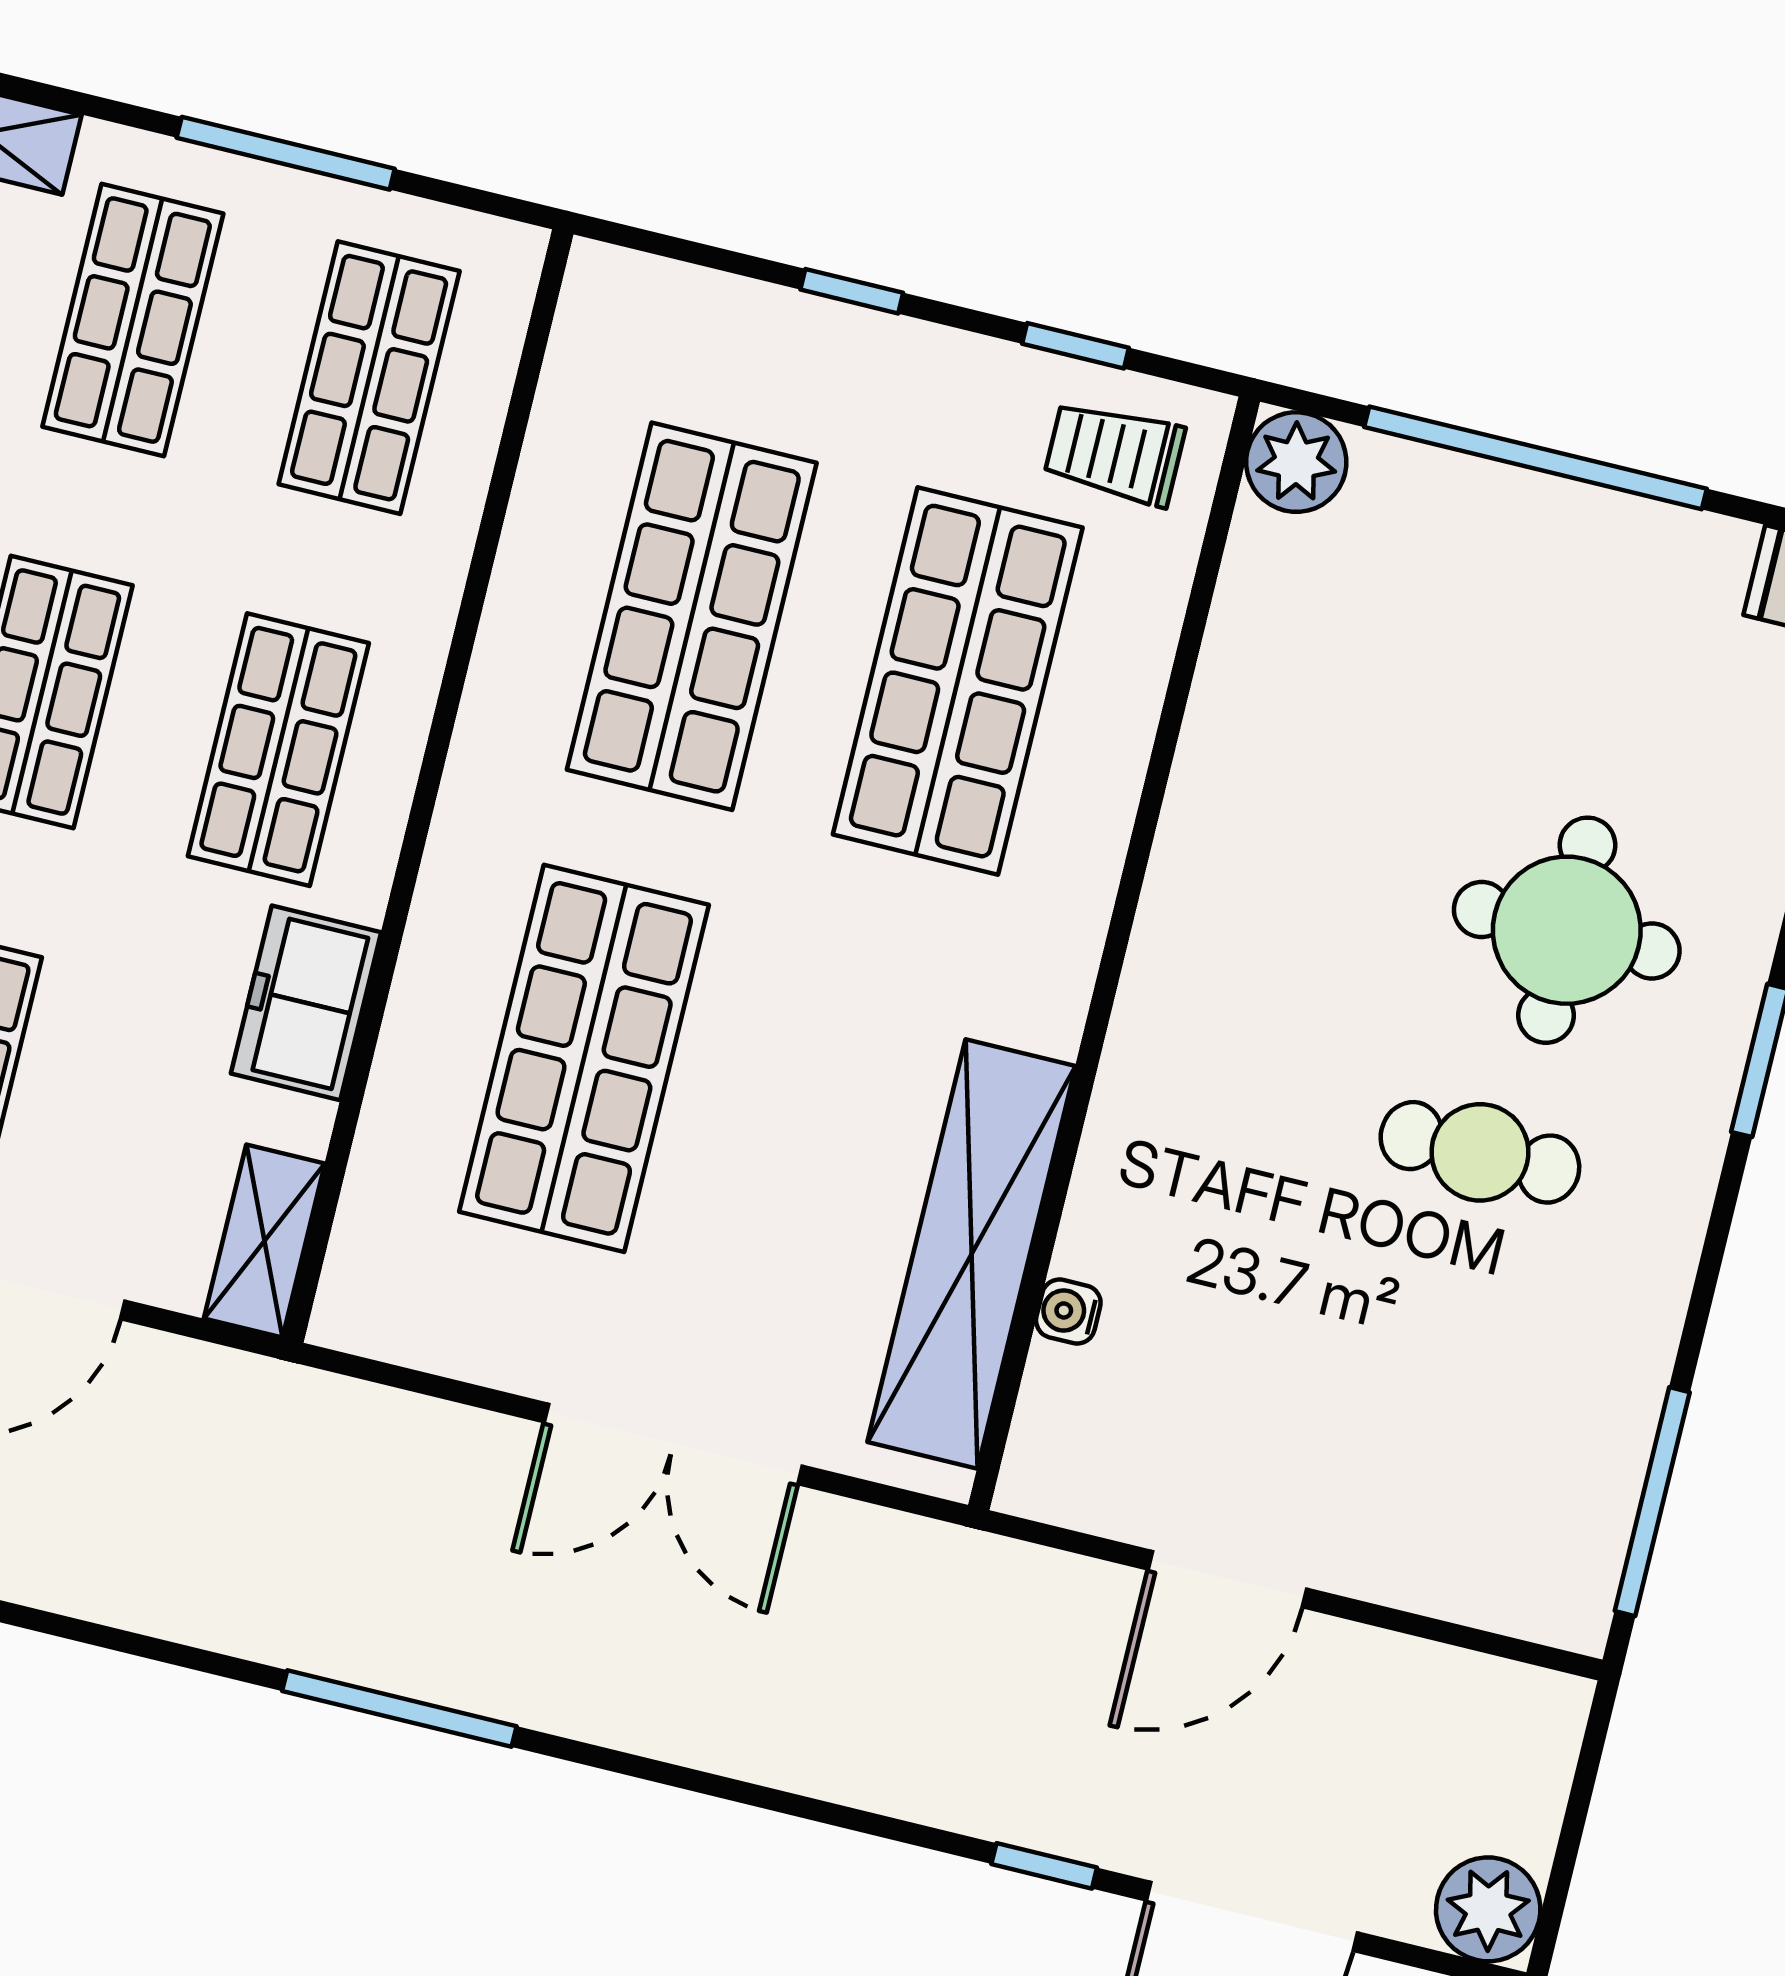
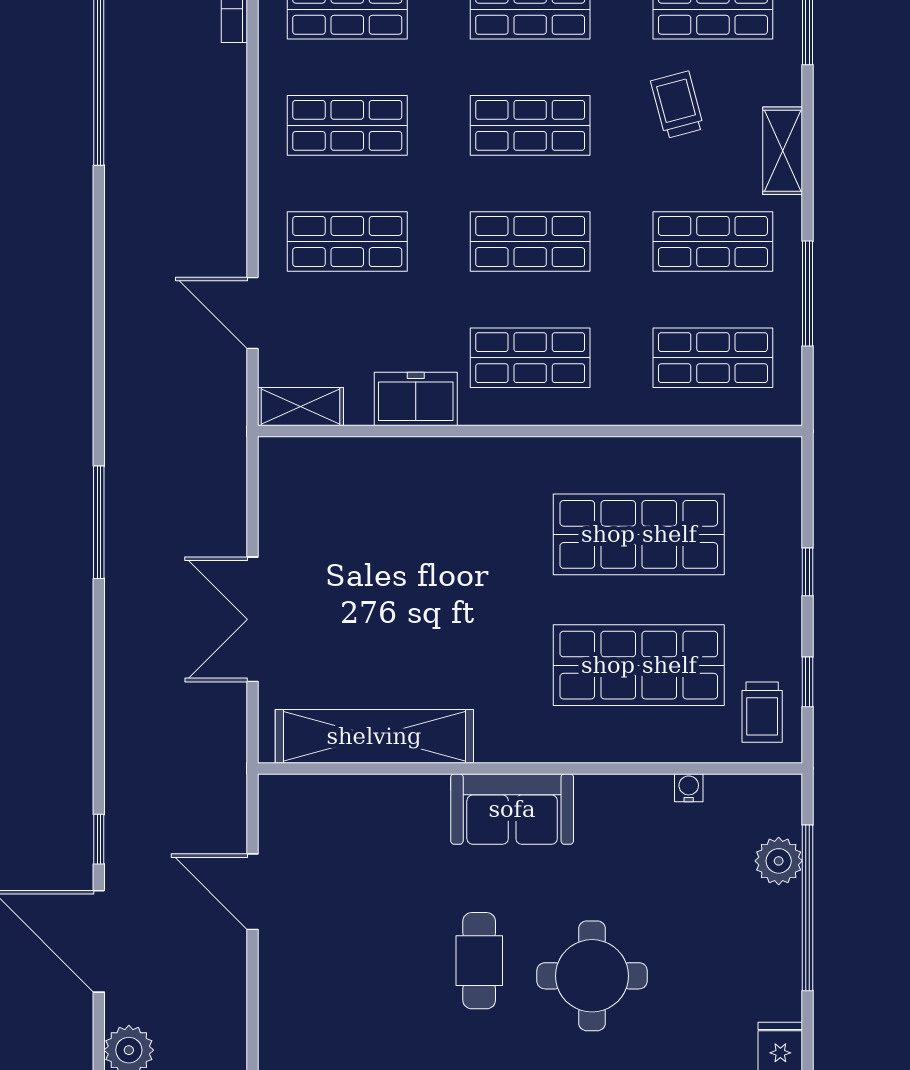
trolley: (1115, 453) -> (762, 712), turned 180
plant: (1296, 462) -> (779, 861), moved
sofa: (1188, 1010) -> (512, 809), added
shop shelf: (584, 1058) -> (421, 534), removed
water cooler: (1068, 1312) -> (689, 788), moved

